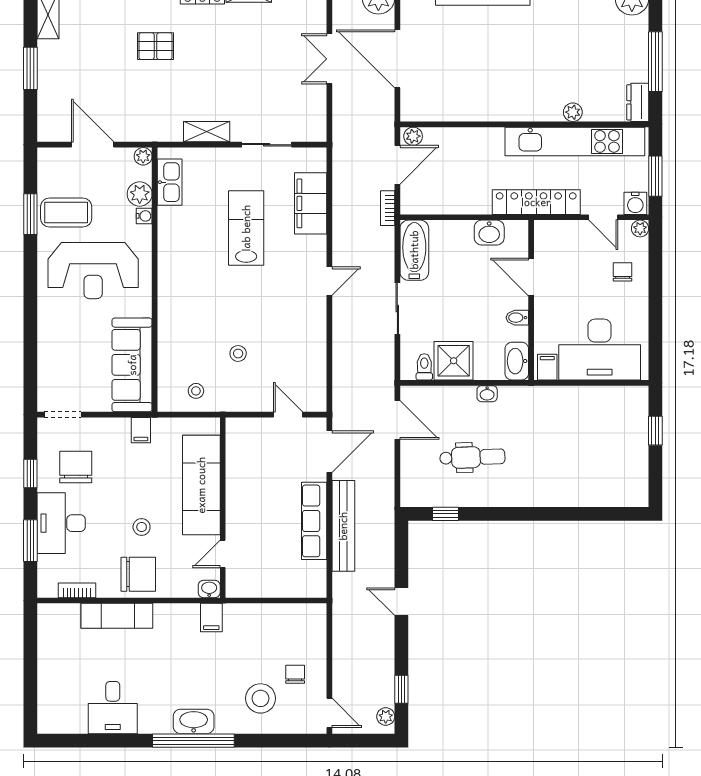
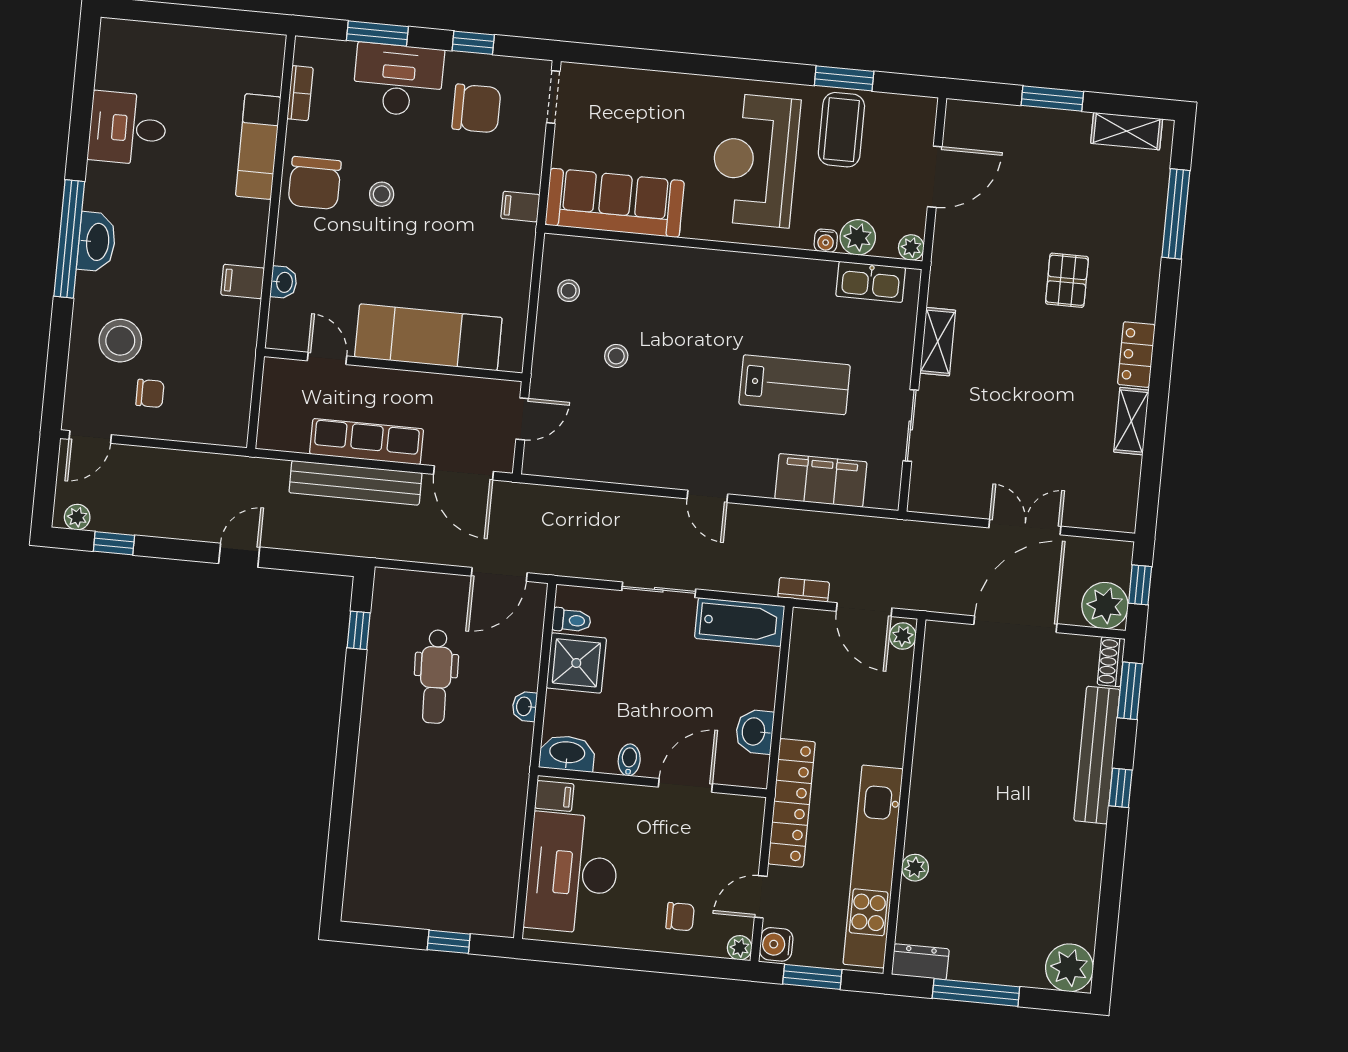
exam couch: (201, 485) -> (428, 337), moved
wall: (223, 508) -> (393, 365), moved
door: (223, 554) -> (327, 358), moved

